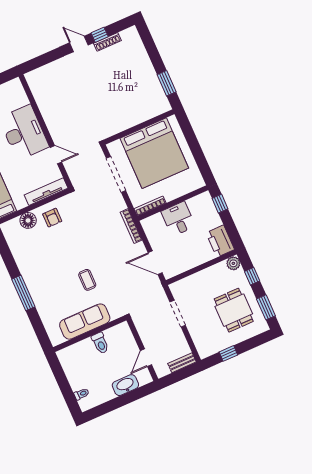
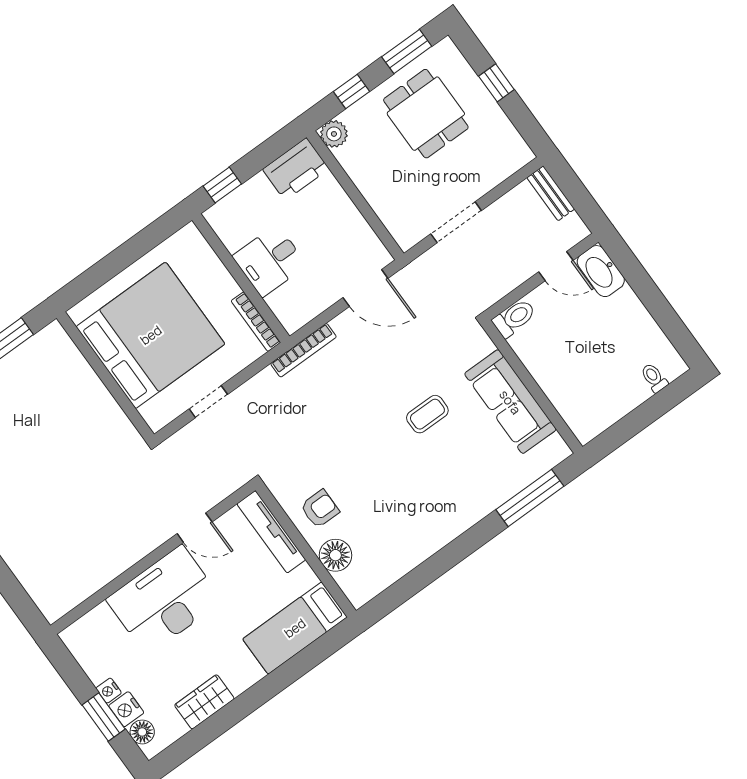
door: (56, 155) -> (195, 528), swing flipped
doorway: (116, 174) -> (208, 402), width x0.53
door: (155, 263) -> (365, 288), hinge flipped
window: (23, 293) -> (530, 498), moved
dining table: (234, 310) -> (426, 114), turned 90
toilet: (100, 343) -> (514, 318), moved
window: (228, 353) -> (496, 83), moved
washbasin: (125, 385) -> (601, 271), moved

